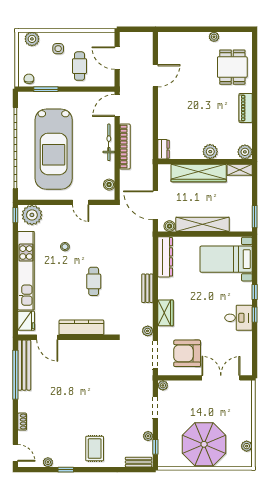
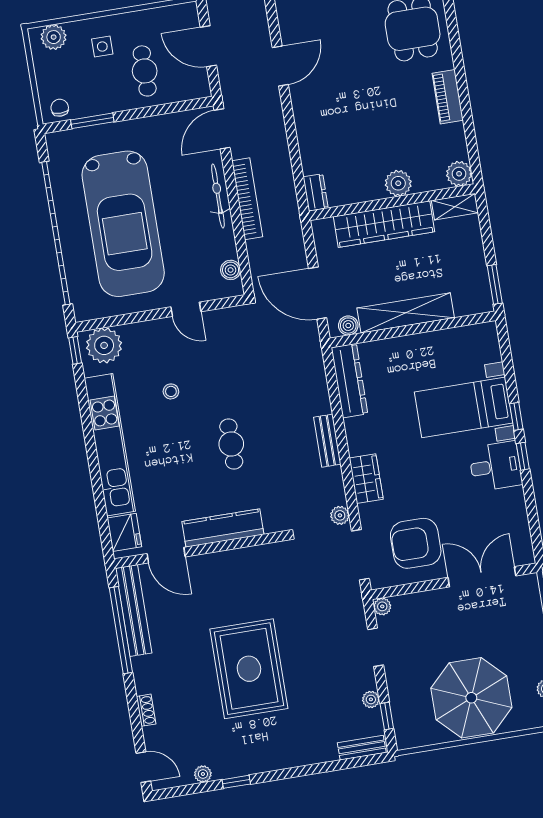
bed with nightstands: (226, 259) -> (464, 407), moved
rug: (95, 449) -> (249, 669), moved, width x1.86, depth x2.06

